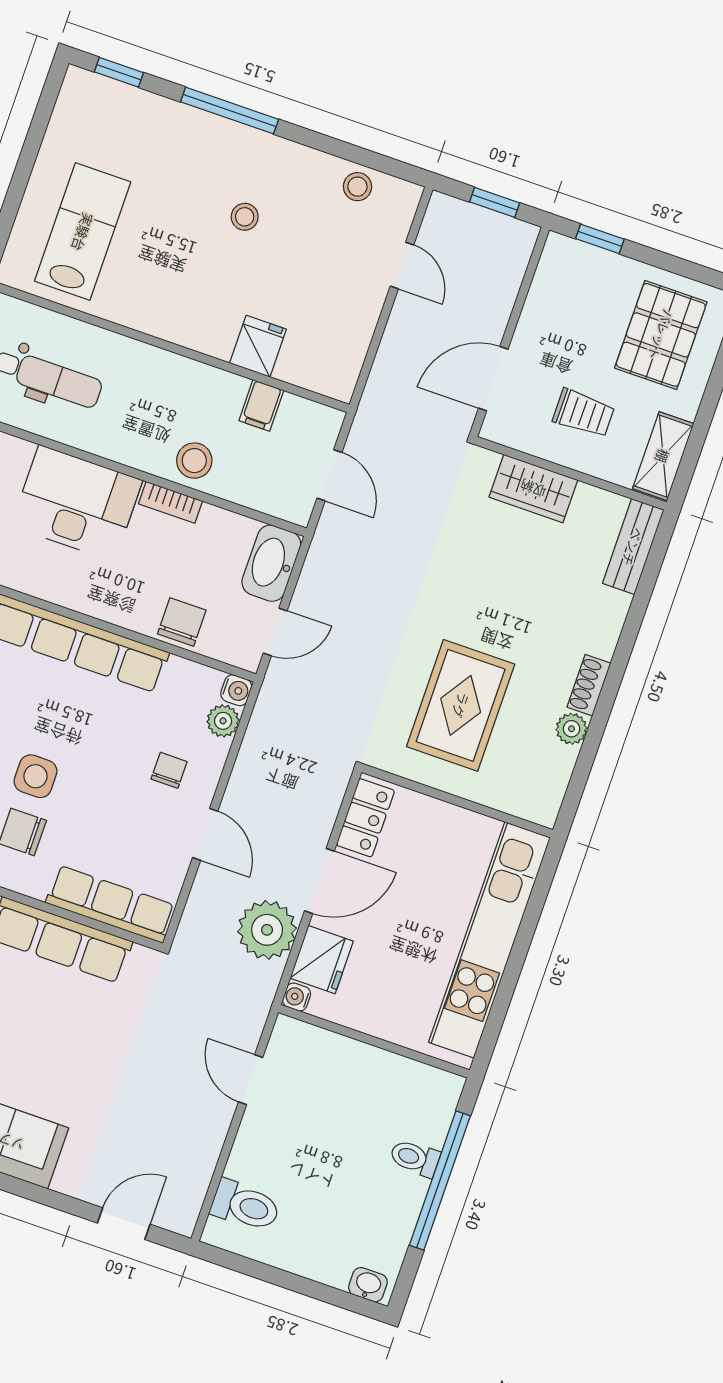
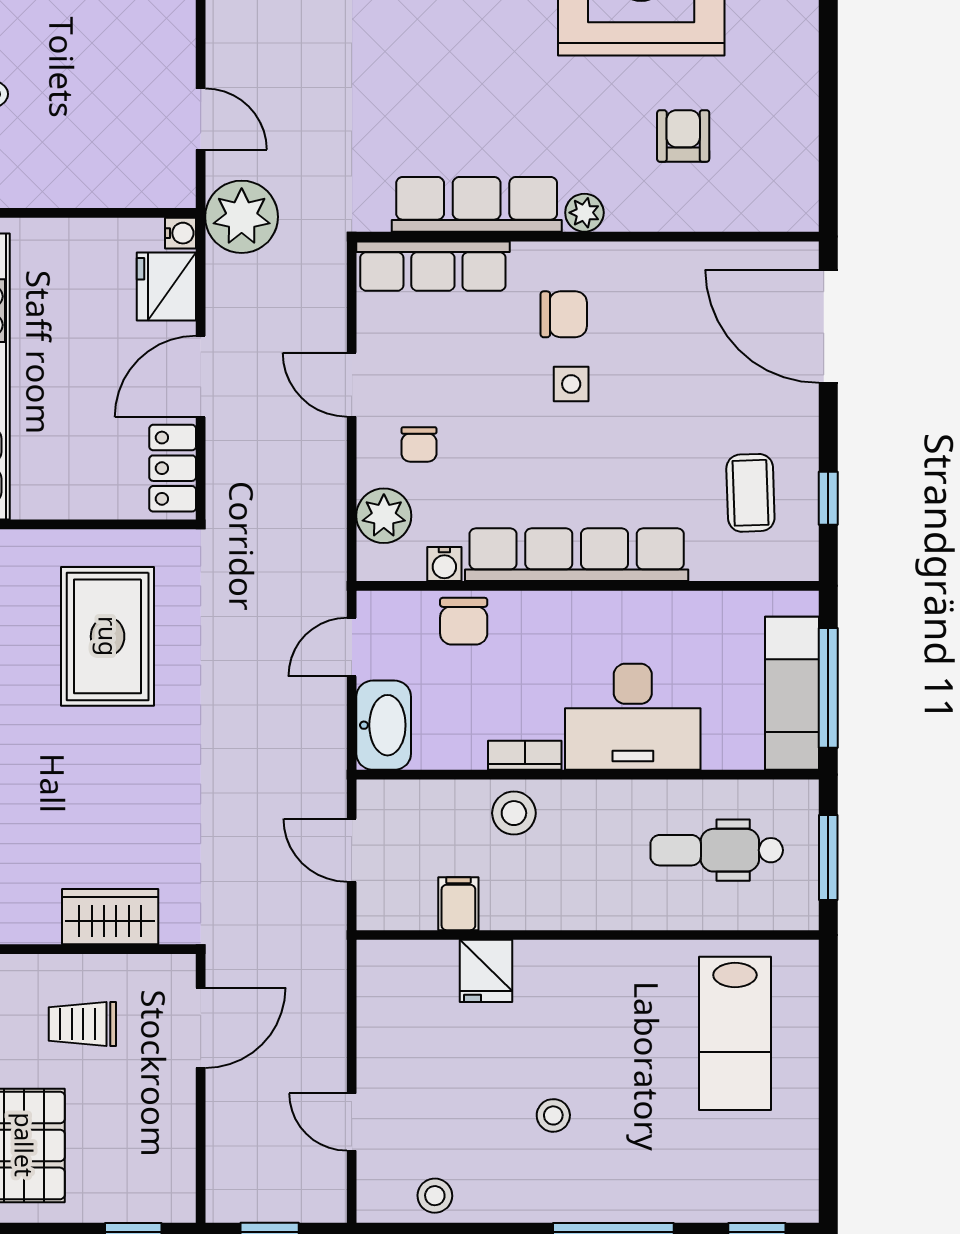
water cooler: (236, 690) -> (444, 564), moved, turned -90
plant: (223, 721) -> (384, 516), width x1.38, depth x1.38
side table: (36, 776) -> (571, 384), width x0.73, depth x0.73
plant: (267, 930) -> (242, 217), moved

